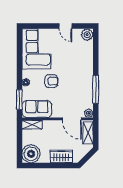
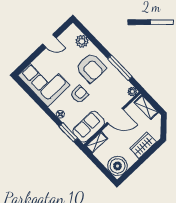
plant: (87, 35) -> (82, 41), moved
armchair: (76, 71) -> (91, 68), added
door: (72, 119) -> (115, 116), moved

